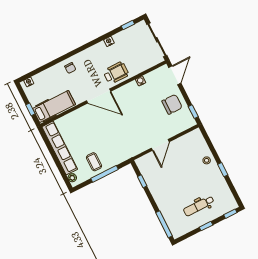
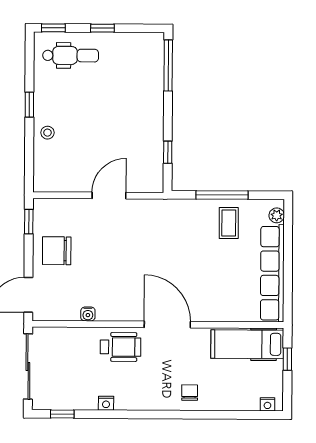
wheelchair: (116, 73) -> (121, 347), turned 180
dental chair: (199, 206) -> (71, 55), moved

